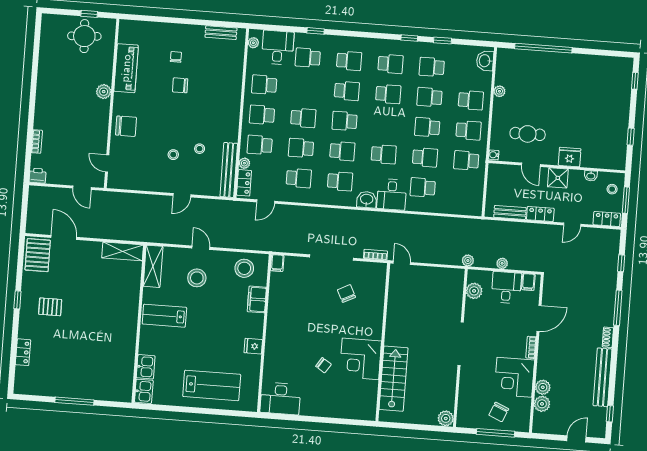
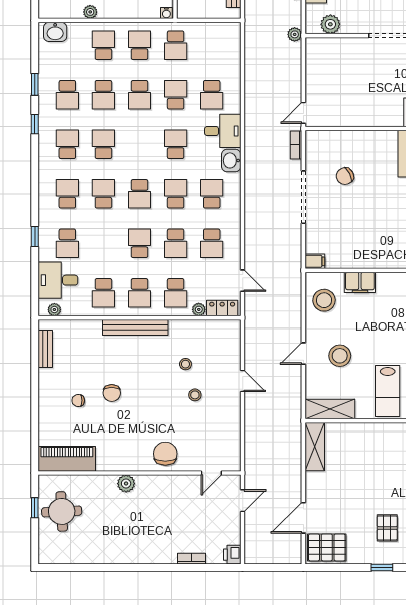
piano: (126, 68) -> (67, 459), moved
bench: (229, 170) -> (135, 327), moved
school desk: (299, 178) -> (212, 243), turned 180

